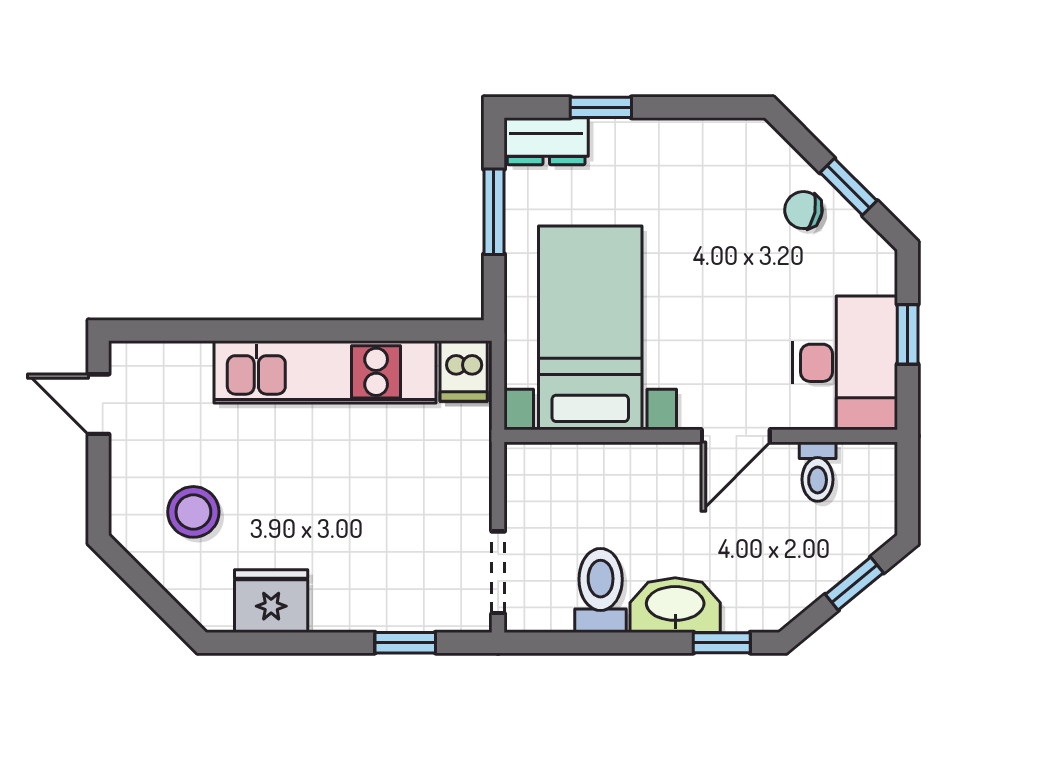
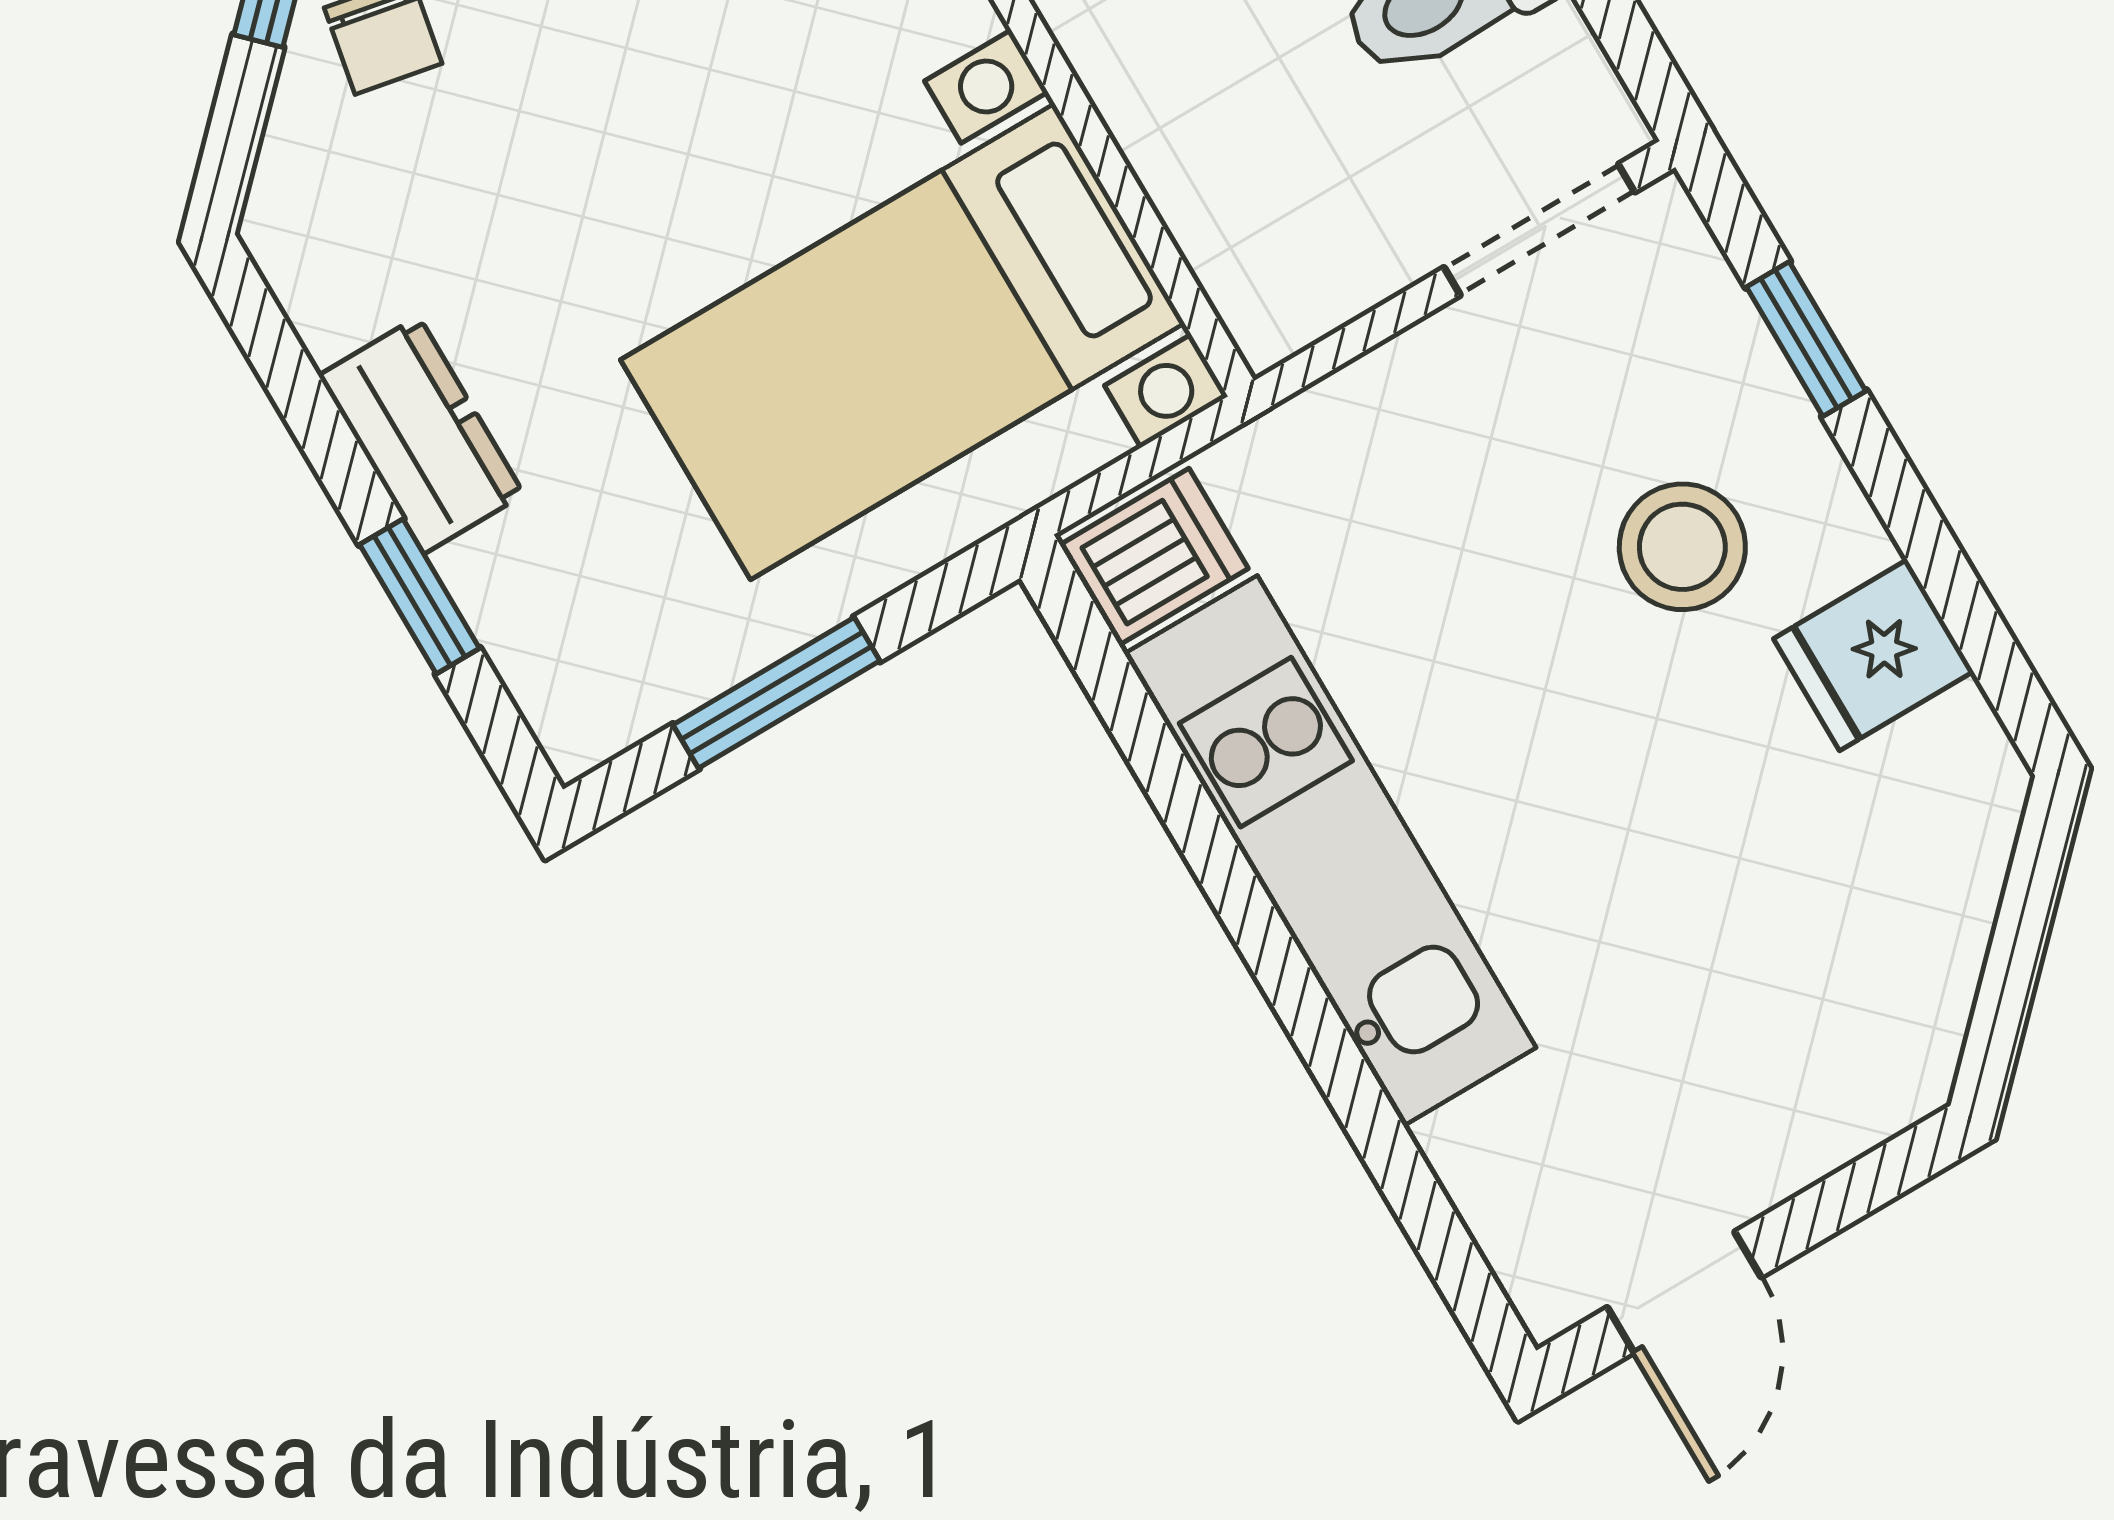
dresser: (546, 141) -> (421, 435), moved
stool: (193, 512) -> (1682, 547), moved
fridge: (271, 601) -> (1873, 655), width x0.72

